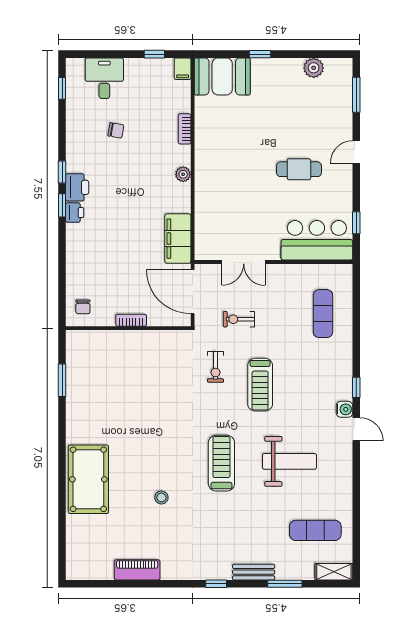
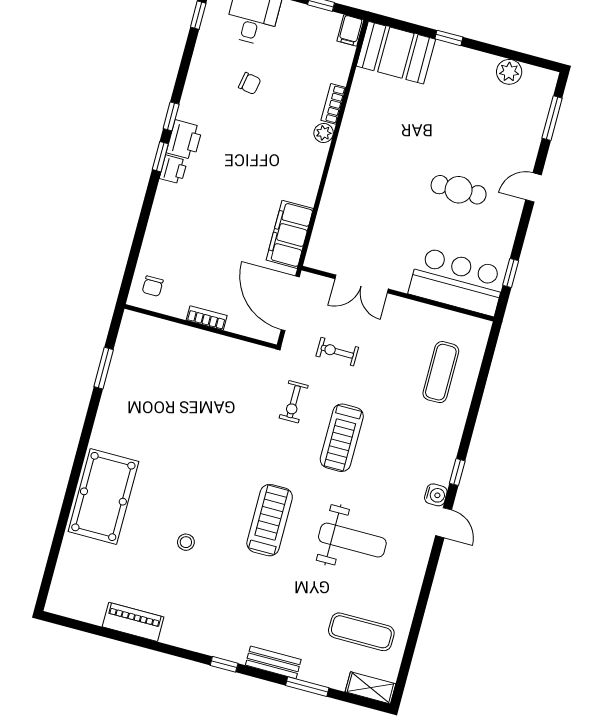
plant: (183, 174) -> (324, 133), moved

